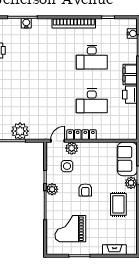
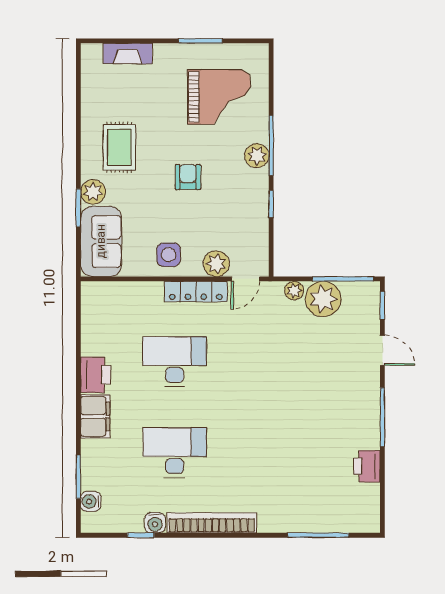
water cooler: (26, 23) -> (155, 523), moved
plant: (34, 135) -> (294, 291), added
side table: (67, 166) -> (169, 255), moved
plant: (52, 189) -> (257, 156), moved

